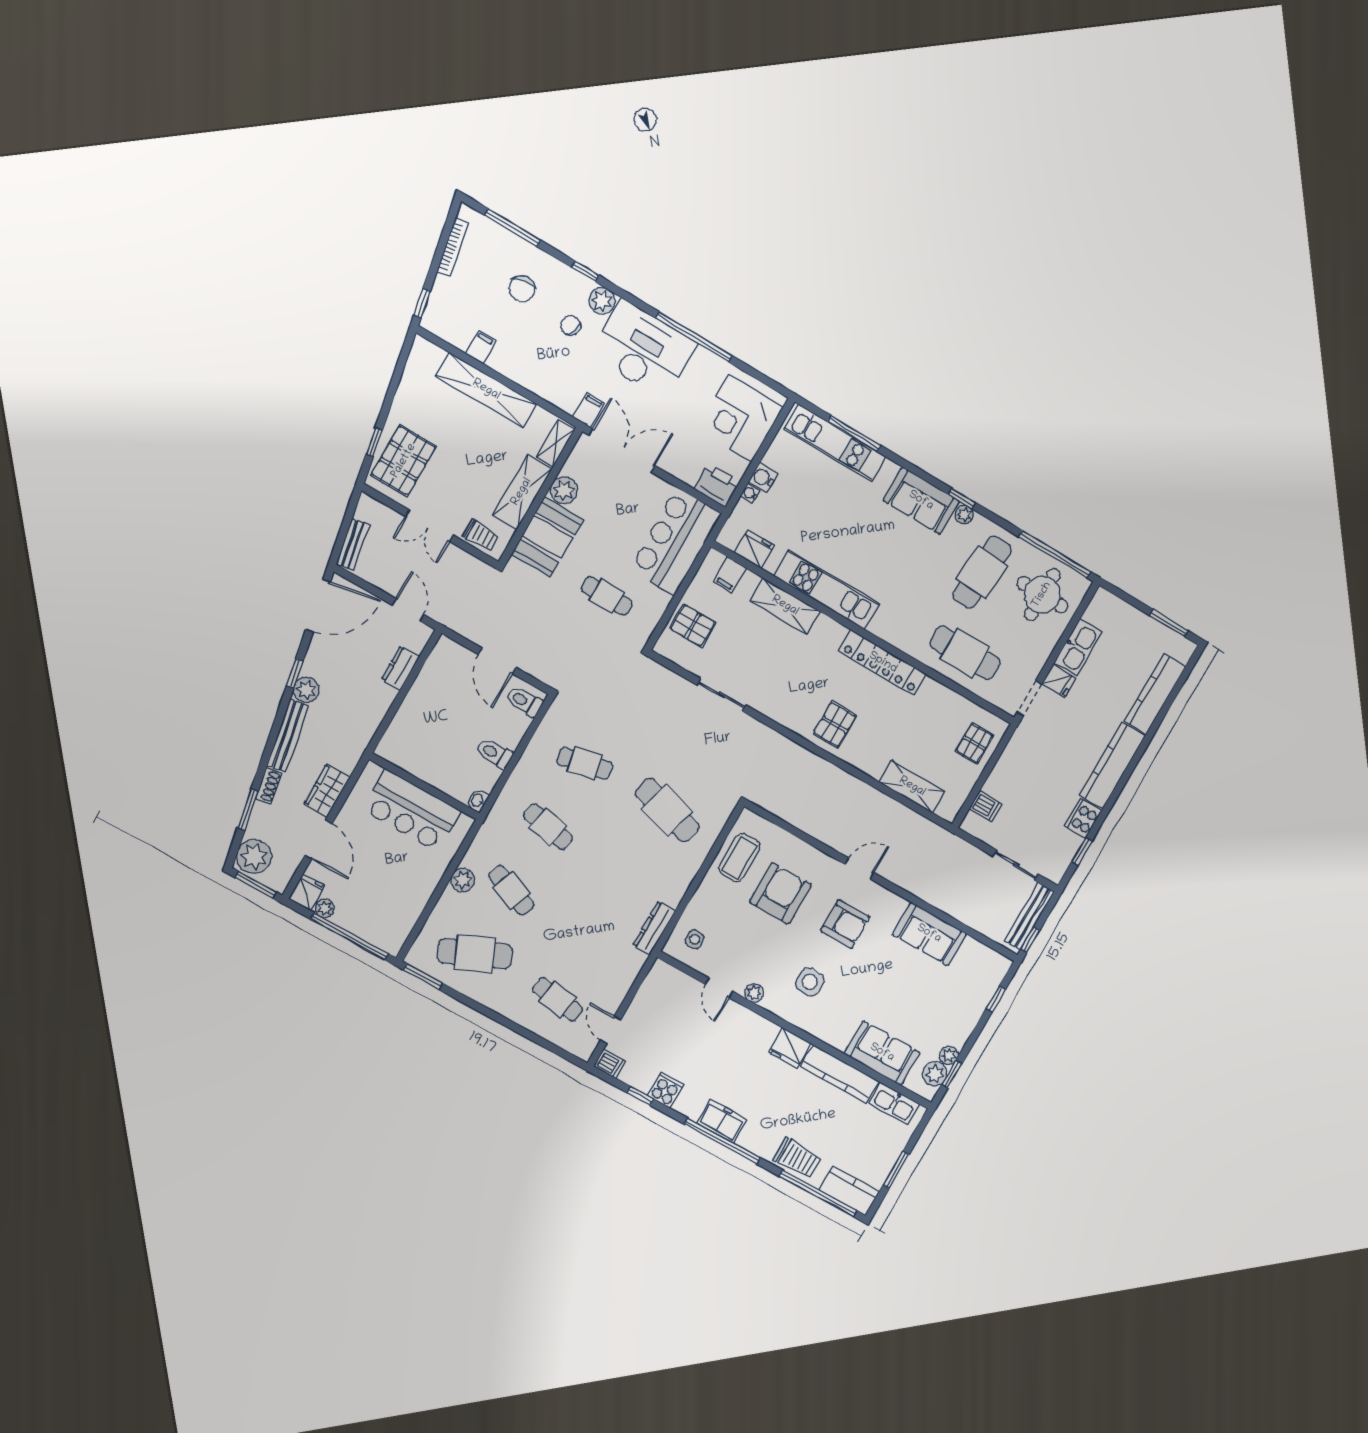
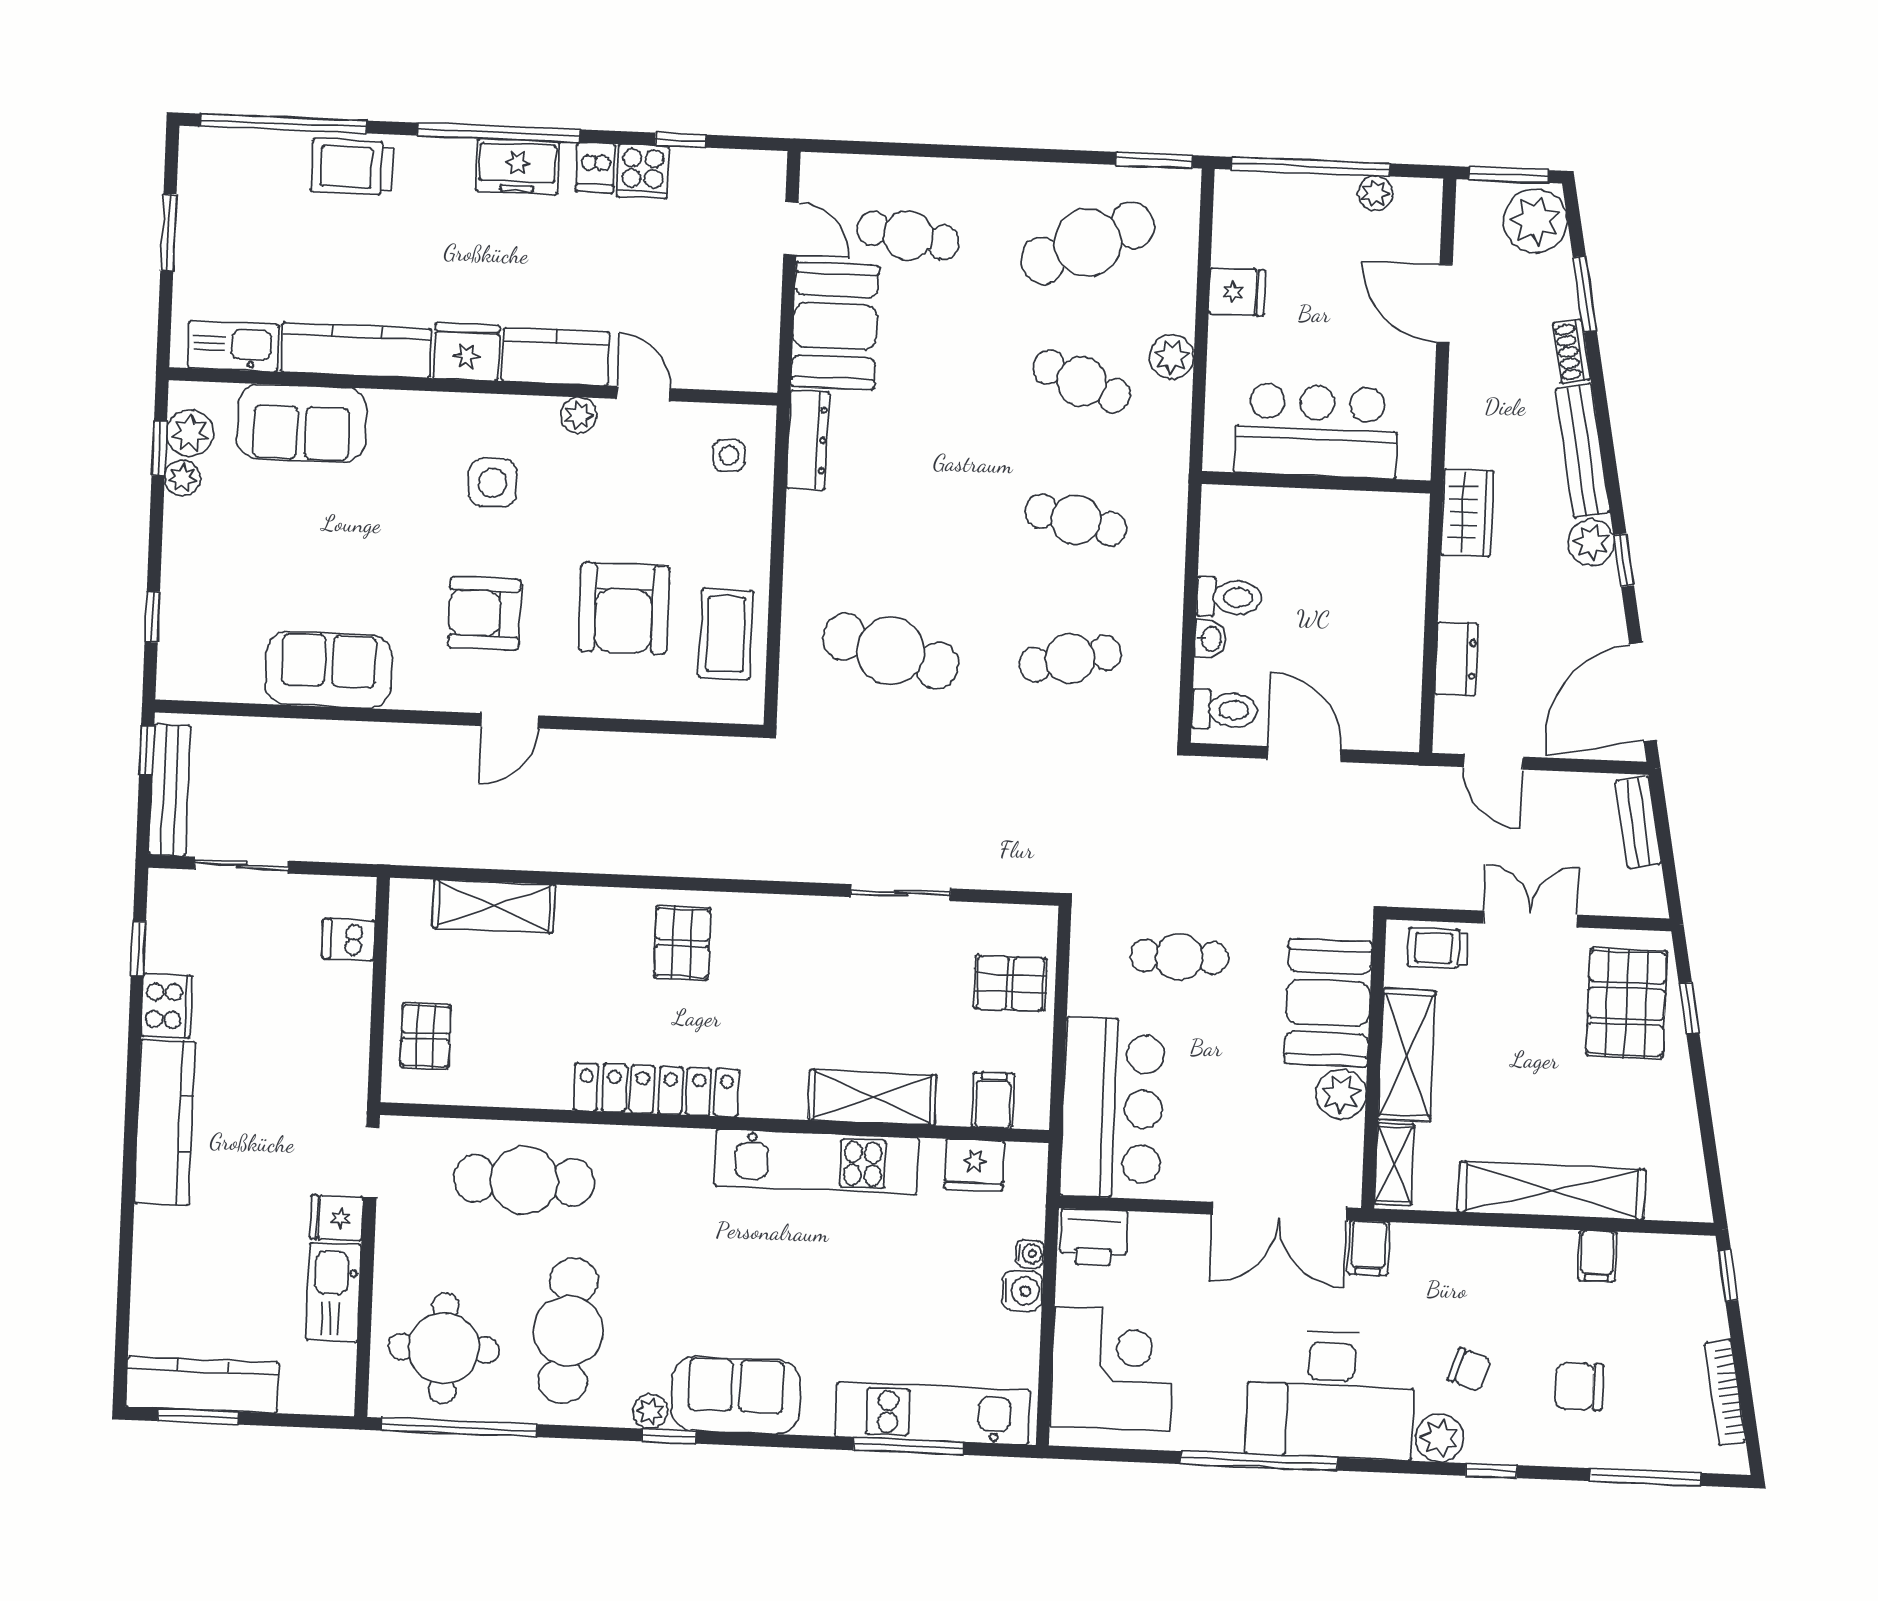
chair: (522, 289) -> (1579, 1386), turned -80
kitchen counter: (1155, 694) -> (202, 1385), moved, turned -90
wardrobe: (327, 791) -> (1467, 513), moved
washbasin: (478, 801) -> (1210, 639), moved
fridge: (307, 892) -> (1237, 292), moved, turned -90
booth: (614, 974) -> (835, 326), added
dishwasher: (610, 1064) -> (595, 168), moved, turned -90
kitchen counter: (849, 1191) -> (556, 357), moved, turned 180

